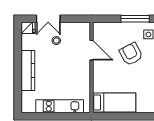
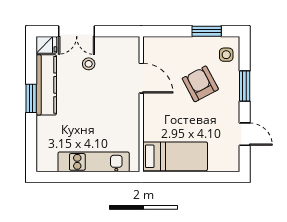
window: (135, 19) -> (207, 31), width x0.69
window: (18, 64) -> (31, 98), added
kitchen counter: (28, 70) -> (46, 85), moved

